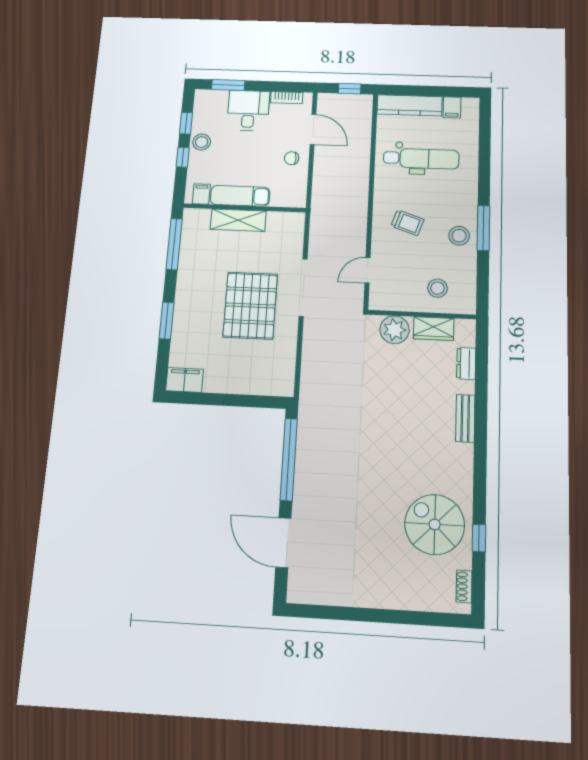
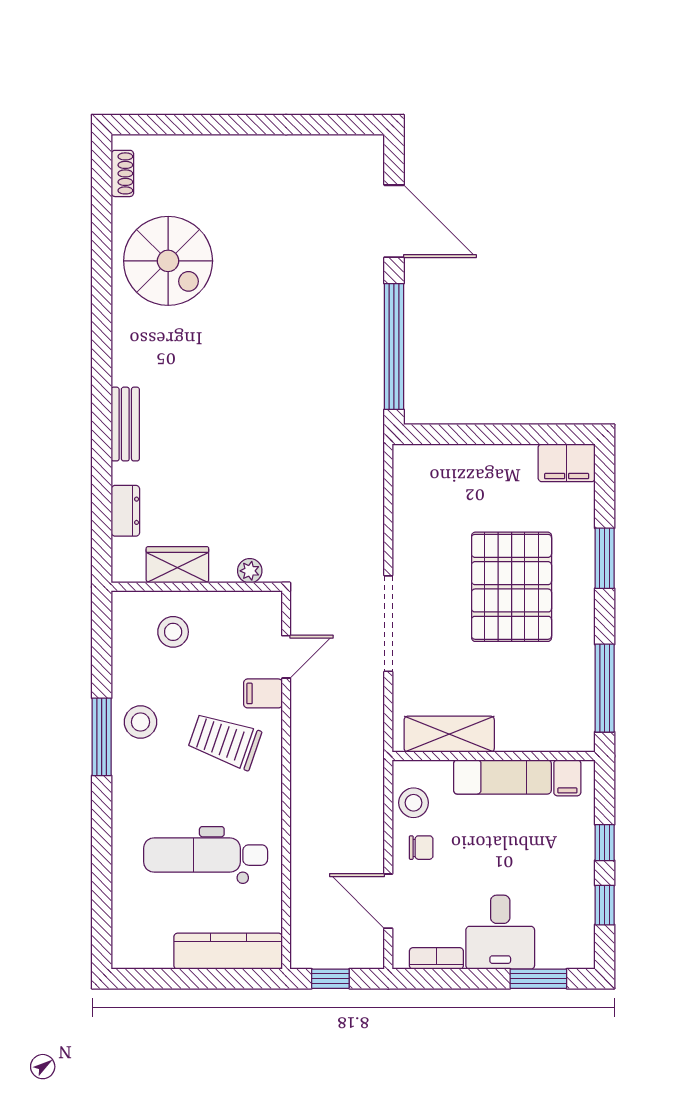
filing cabinet: (452, 107) -> (263, 693), moved, turned -90
stool: (202, 142) -> (414, 803), moved
shelving: (238, 220) -> (449, 734), moved
trolley: (407, 223) -> (225, 741), width x1.36, depth x1.39
pallet: (250, 306) -> (512, 587), moved
plant: (395, 330) -> (250, 571), width x0.53, depth x0.53
window: (479, 538) -> (102, 245), removed

